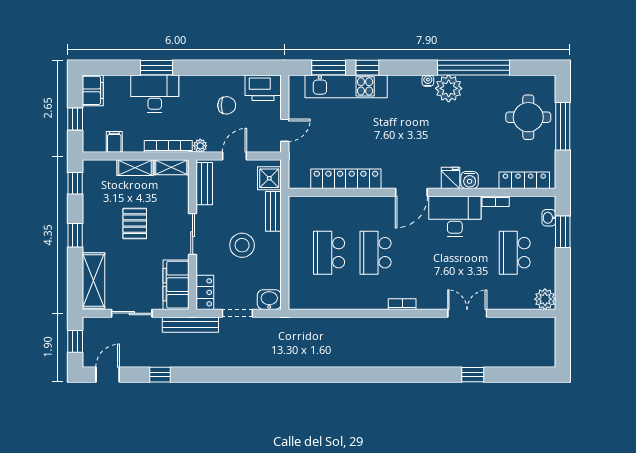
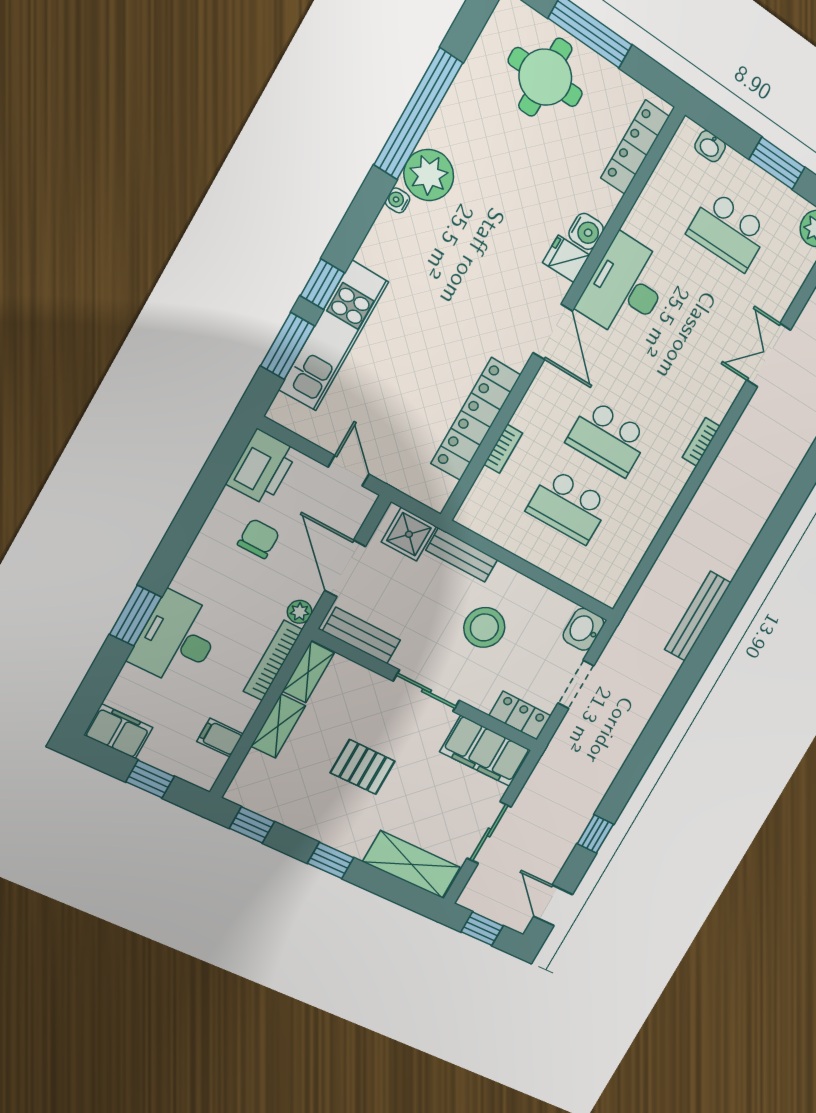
door: (235, 156) -> (345, 568), width x1.37
bookcase: (496, 201) -> (503, 449), moved
window: (563, 232) -> (777, 163), moved
bench: (190, 325) -> (698, 616), moved

